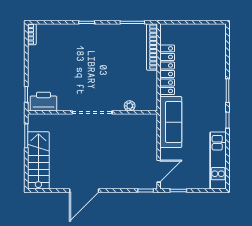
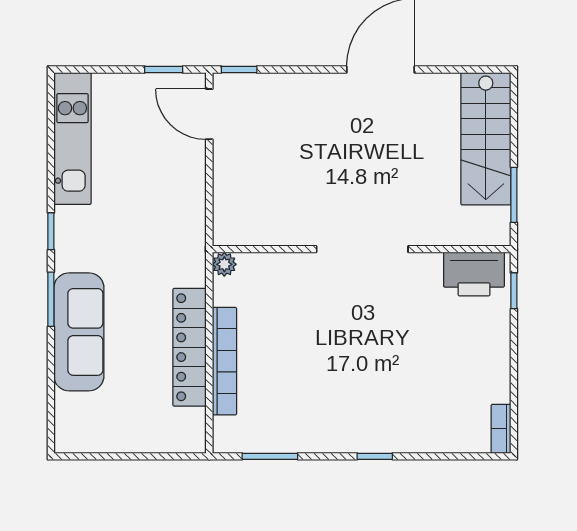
bookcase: (152, 47) -> (224, 361), moved
plant: (130, 106) -> (224, 264), moved
sofa: (171, 122) -> (79, 332), moved, turned 180
door: (159, 171) -> (209, 114), hinge flipped

